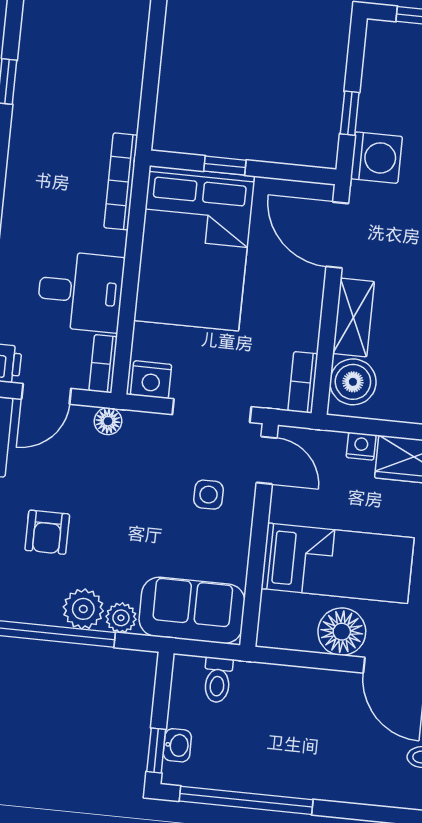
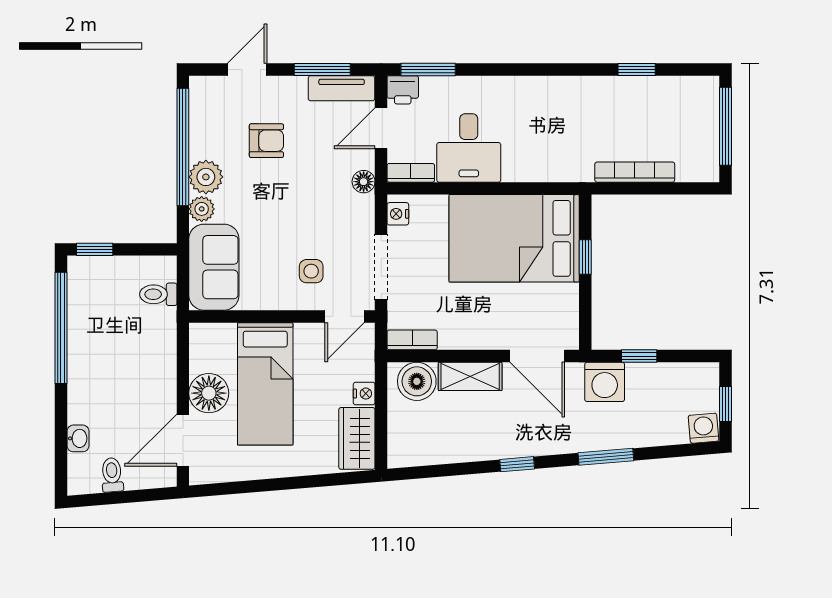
bookcase: (121, 181) -> (635, 172), moved
door: (337, 235) -> (537, 356), swing flipped
nightstand: (151, 380) -> (398, 214), width x0.72, depth x0.74
door: (46, 394) -> (381, 128), hinge flipped
armchair: (47, 532) -> (266, 141), turned 180
washbasin: (177, 745) -> (78, 438), moved, turned -90

